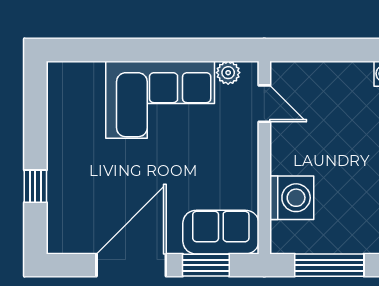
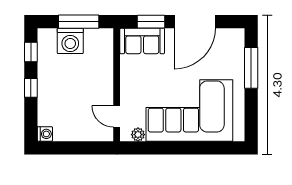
corner sofa: (160, 100) -> (189, 111), width x1.36, depth x1.36
window: (35, 186) -> (251, 68), width x2.17
washing machine: (292, 198) -> (70, 41), moved, turned -90

